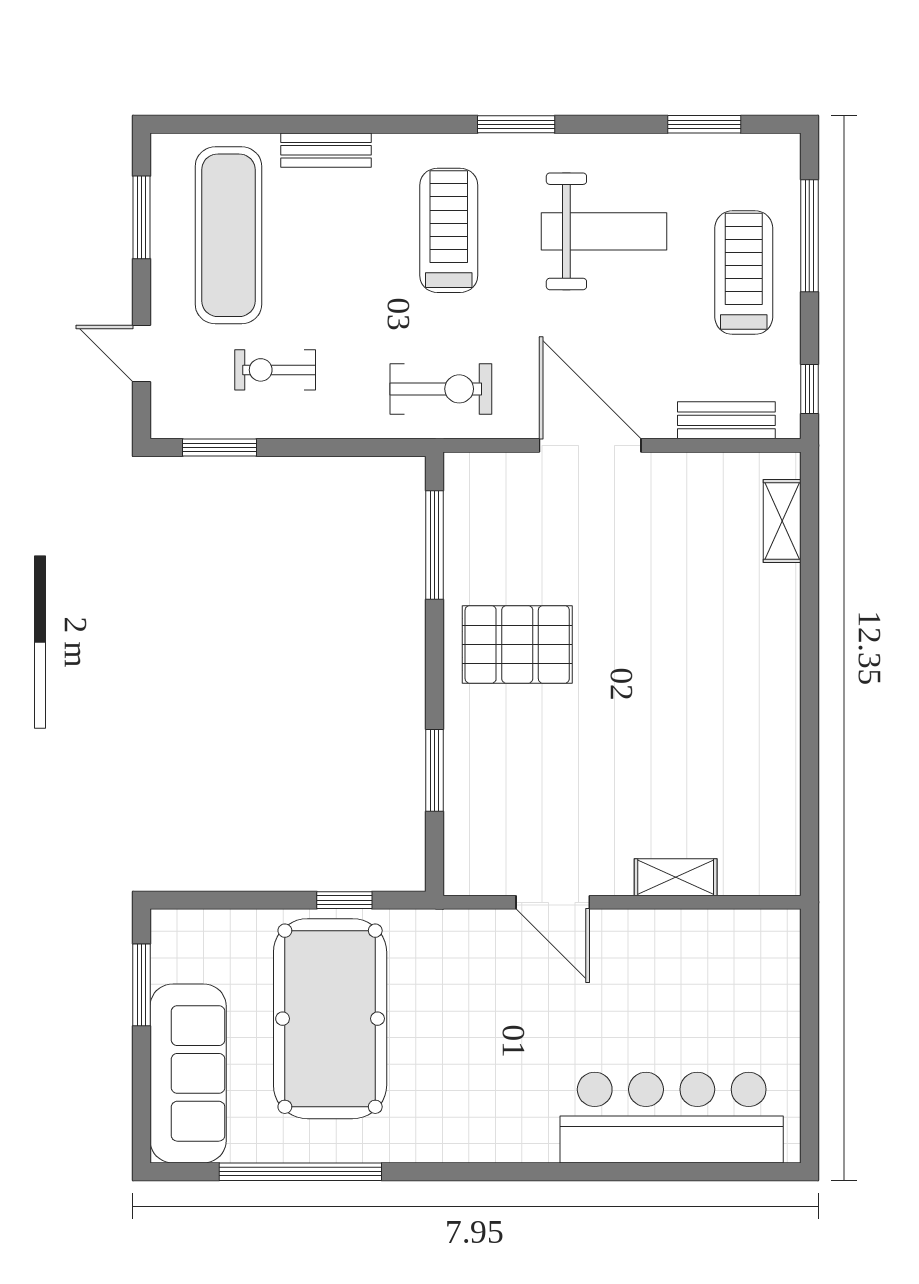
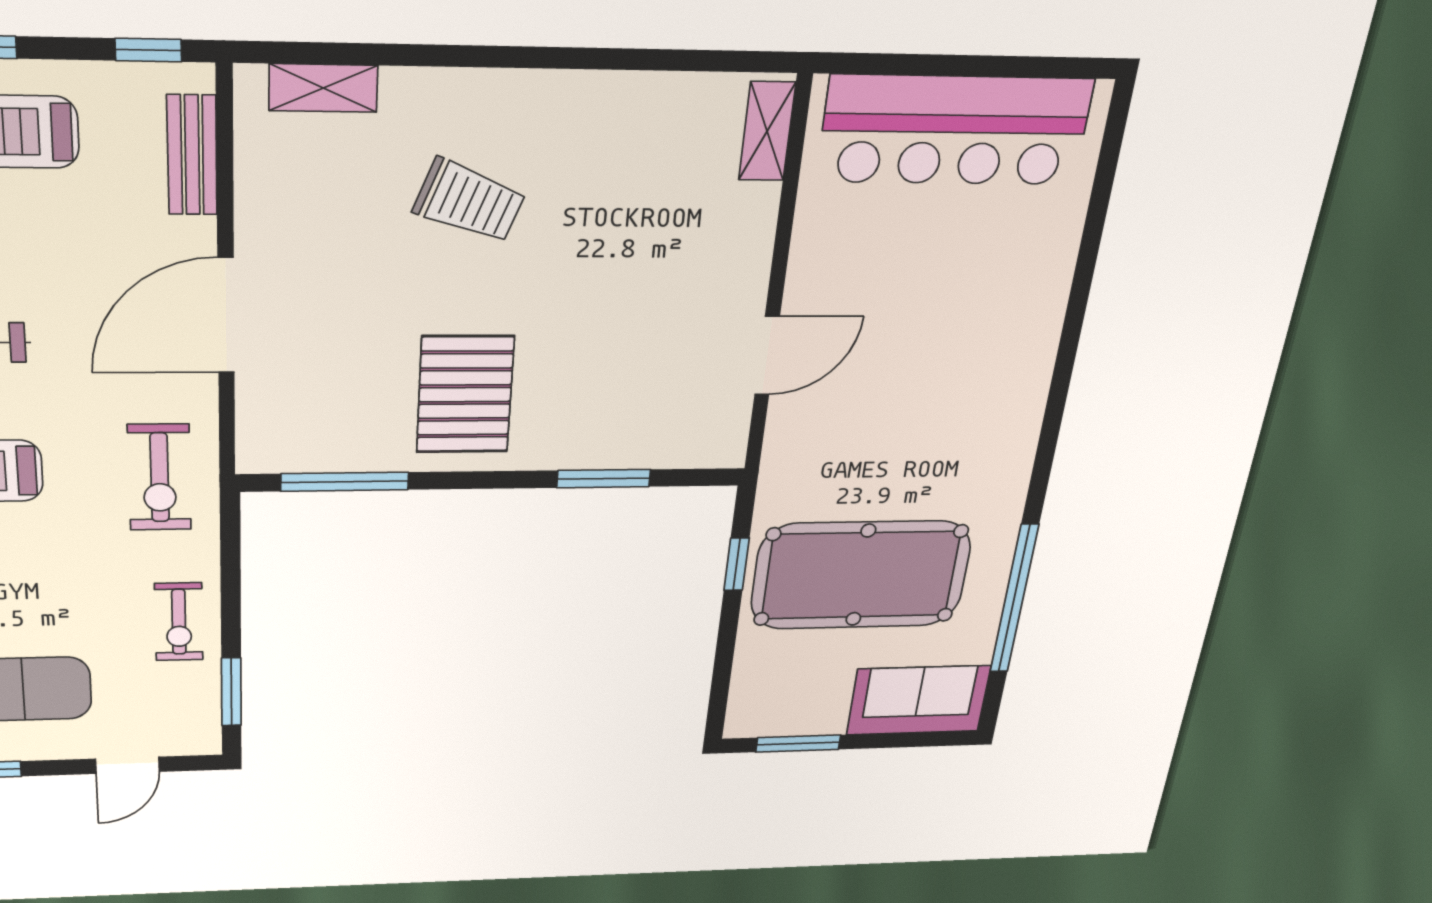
exercise bike: (275, 370) -> (179, 622), moved
exercise bike: (441, 389) -> (160, 477), turned 180
trolley: (690, 639) -> (469, 201), added
shelving: (676, 877) -> (767, 131), moved
sofa: (188, 1073) -> (918, 700), width x0.73
bar counter: (672, 1118) -> (955, 130), moved, turned -90

